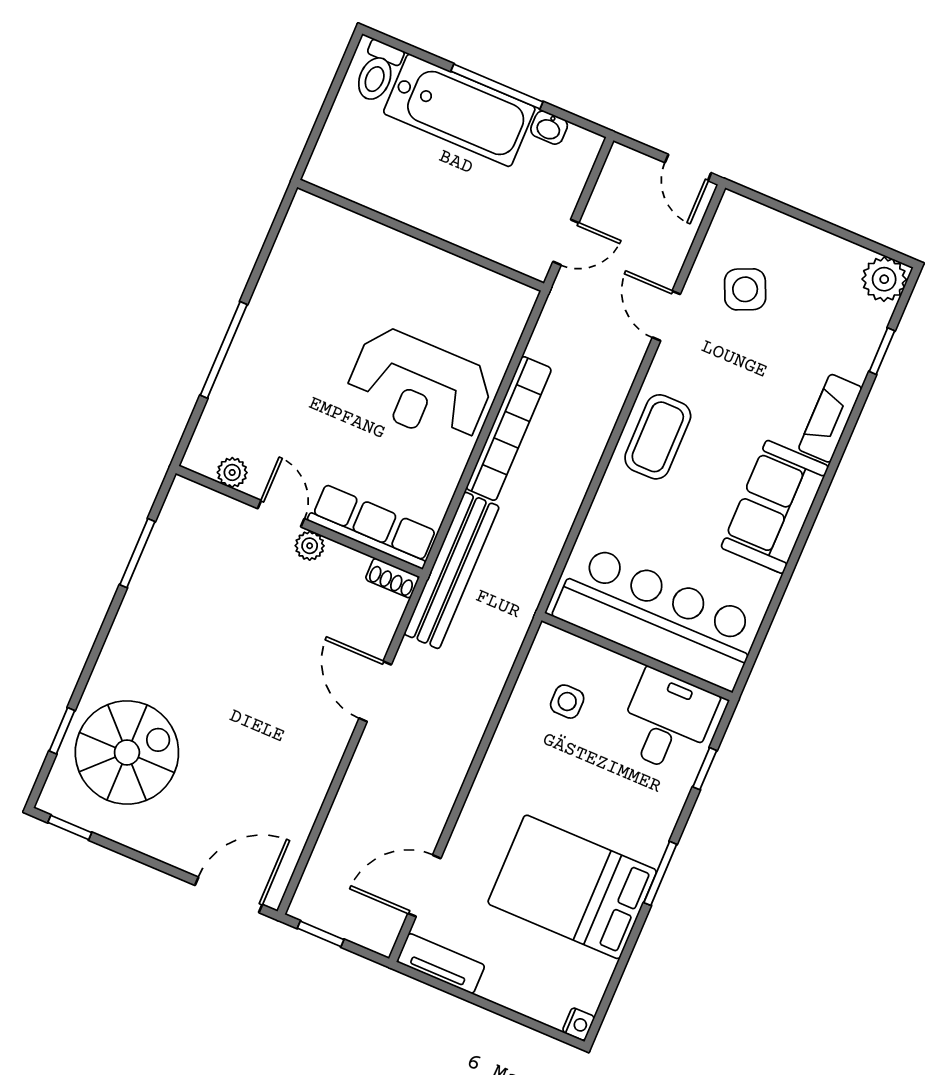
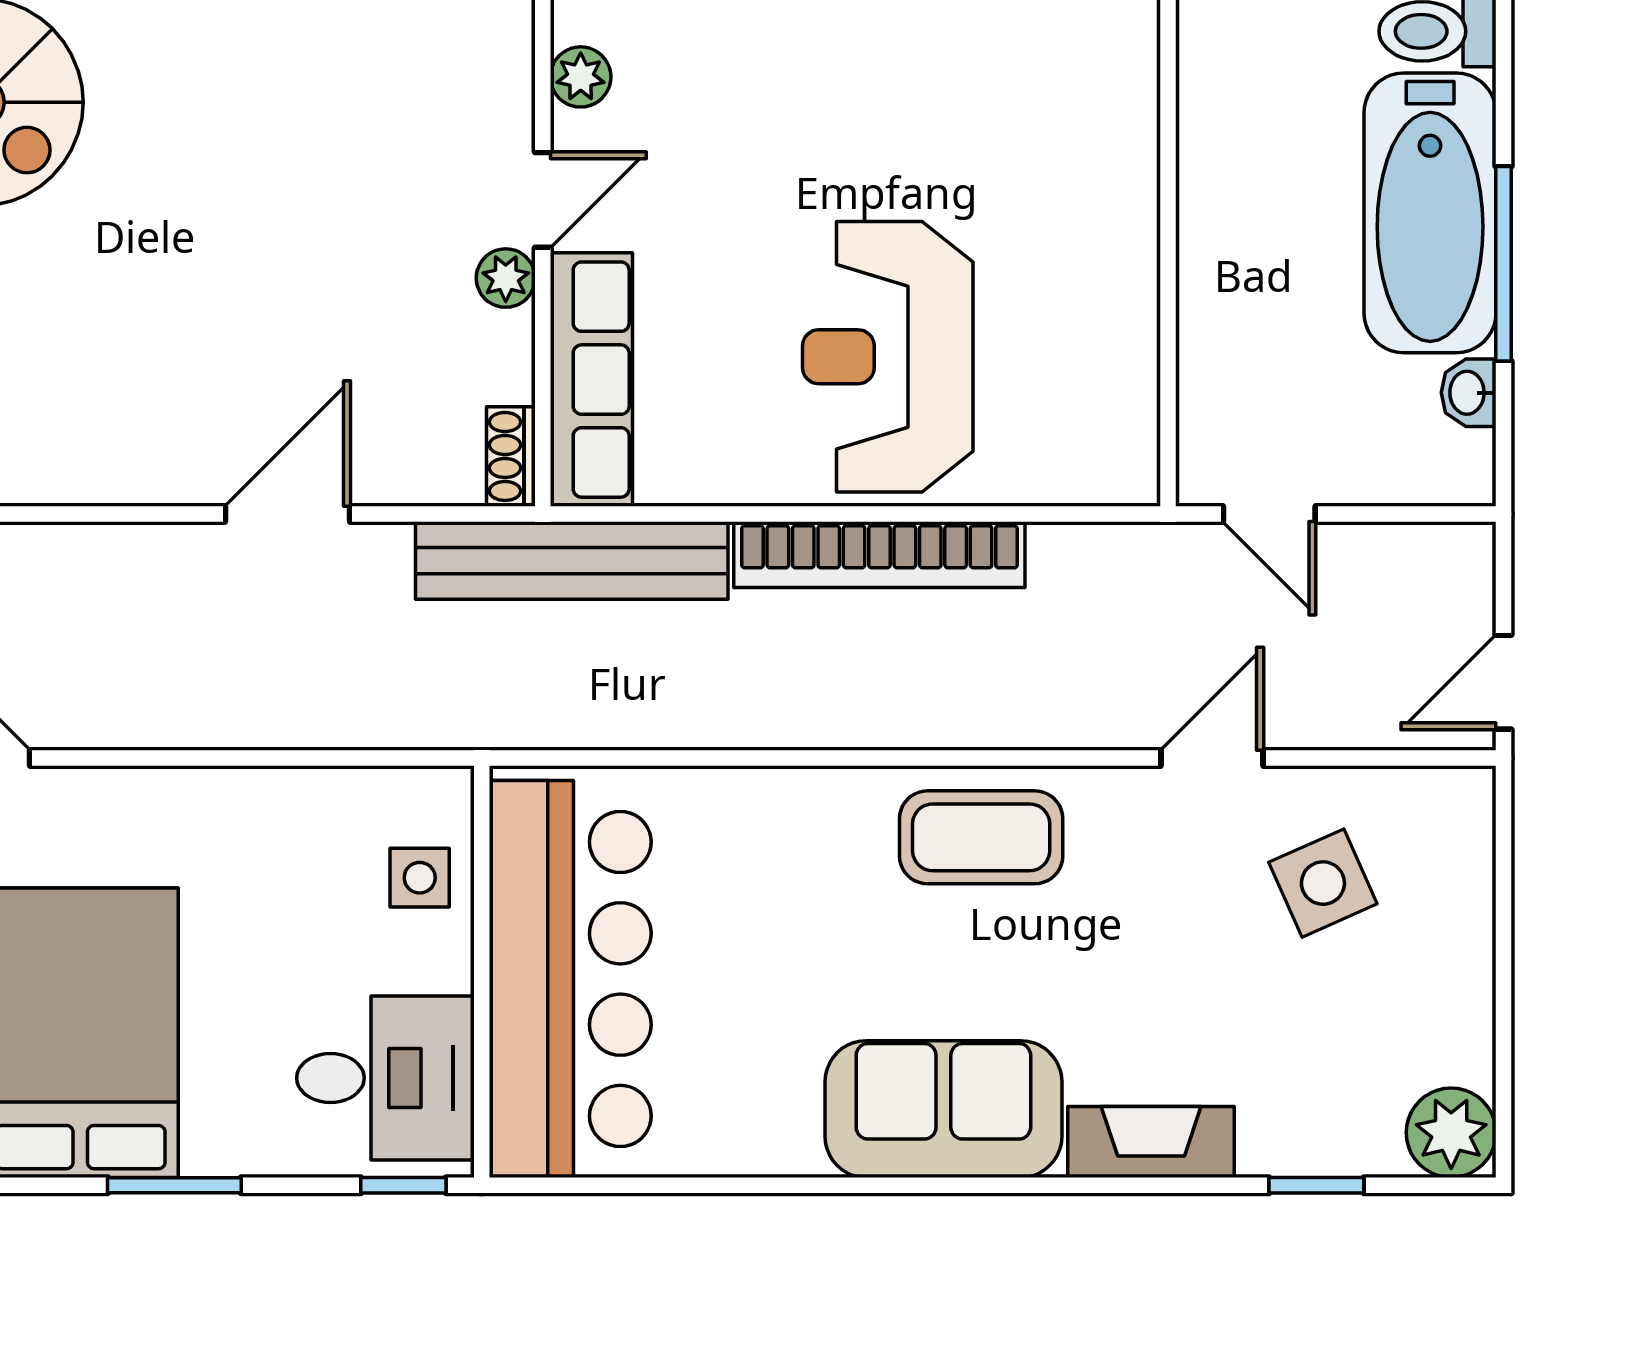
bar counter: (658, 617) -> (570, 979), moved
wall: (637, 657) -> (482, 972), moved
desk: (667, 721) -> (385, 1078), moved

